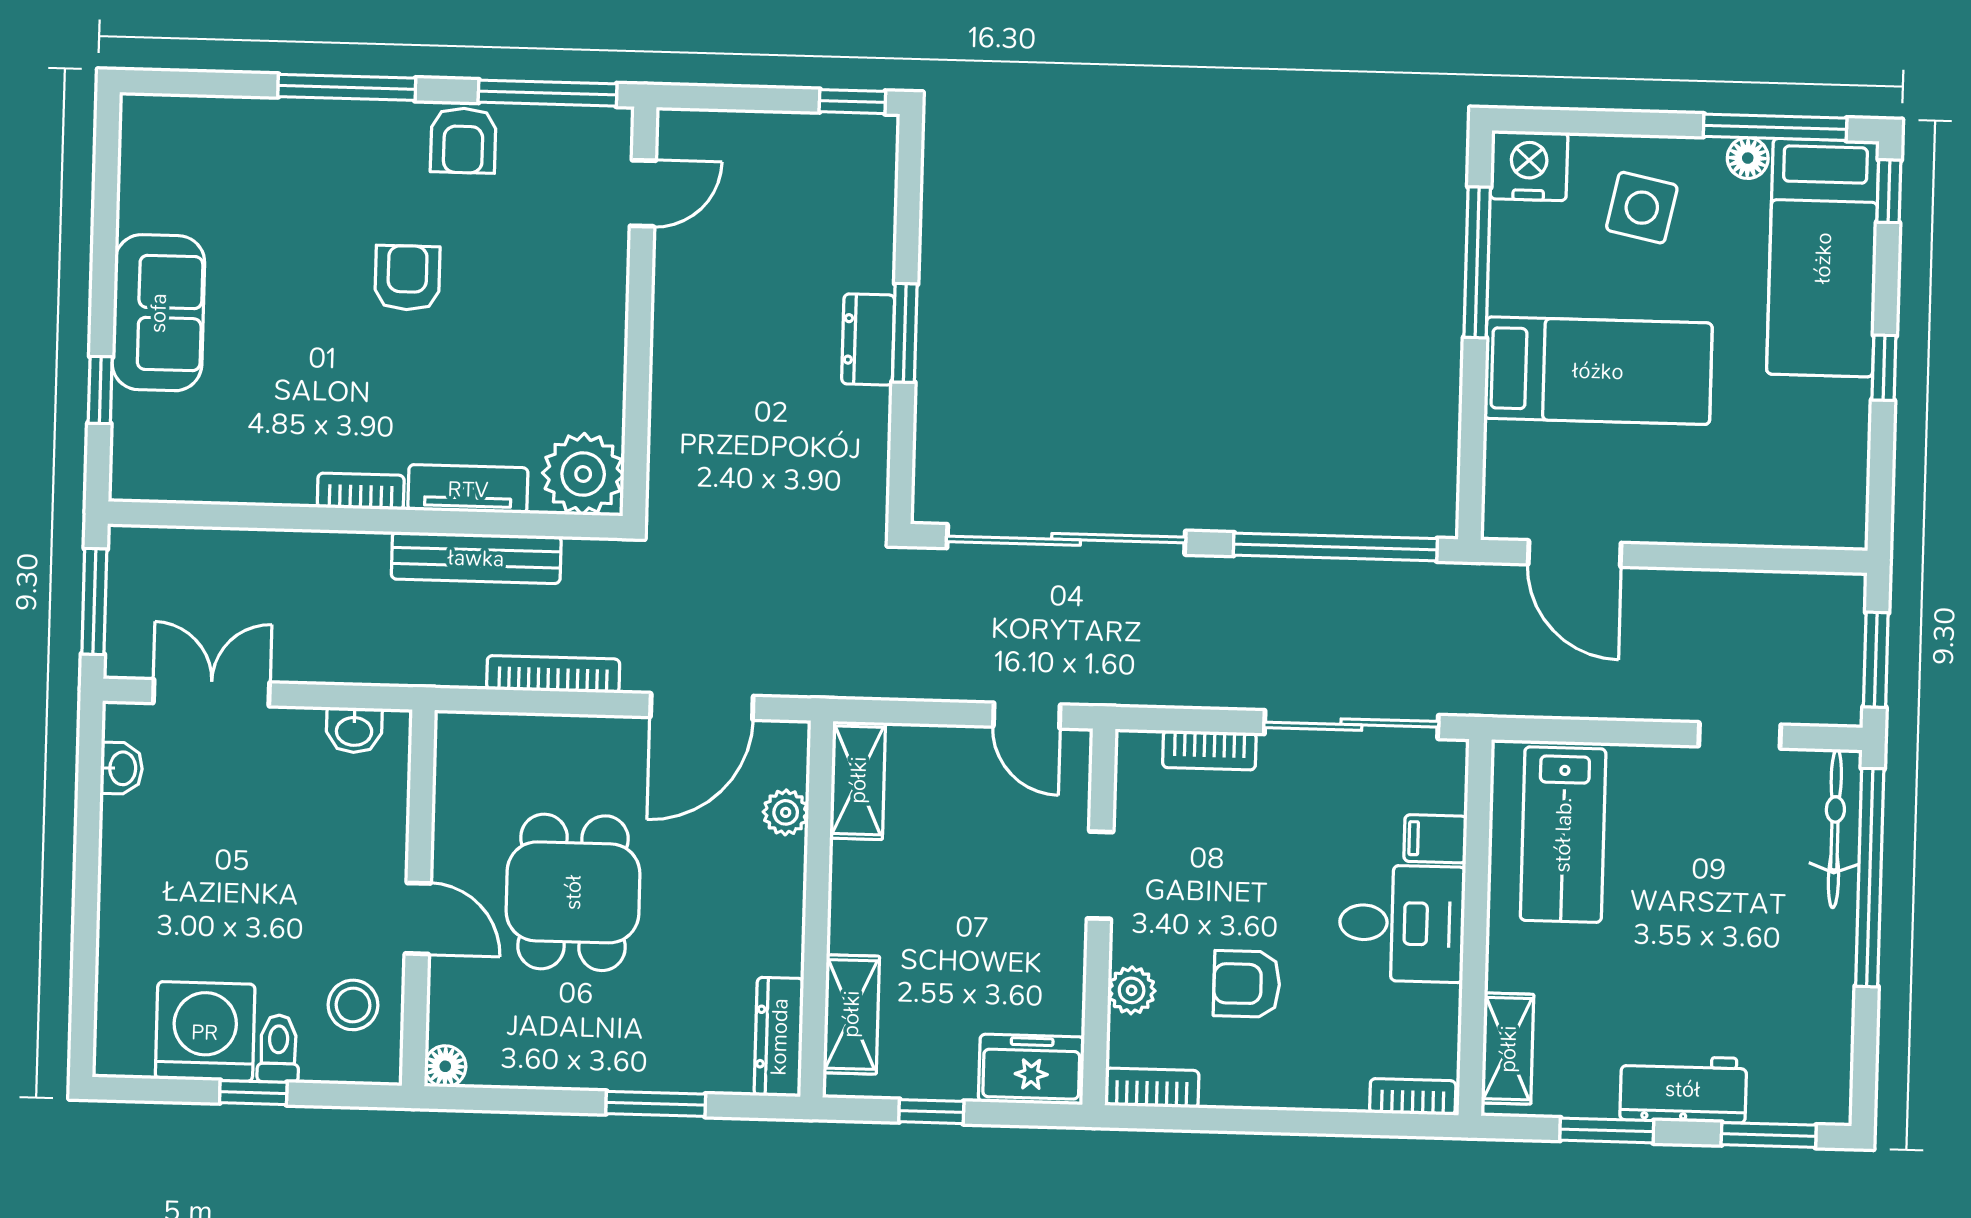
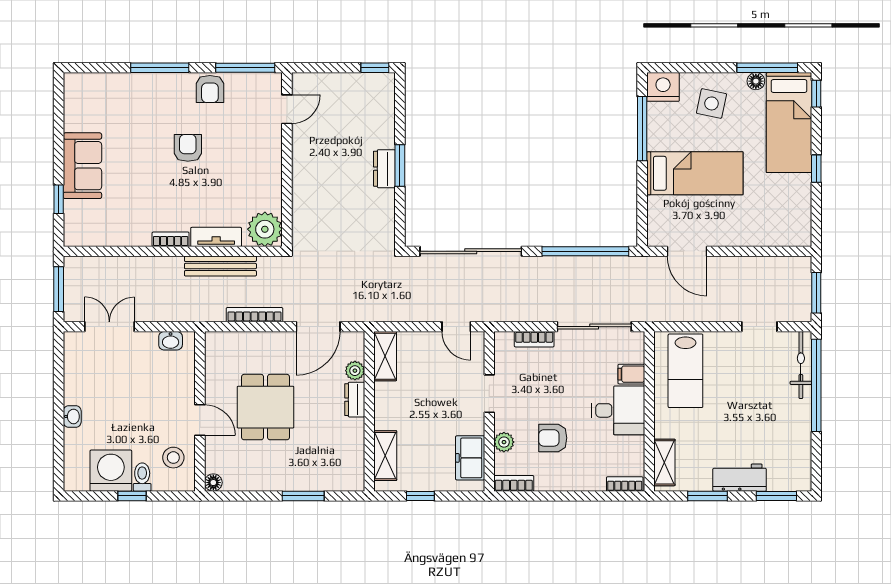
washbasin: (122, 768) -> (72, 416), moved
dresser: (779, 1037) -> (355, 400), moved, width x0.70
freezer: (1031, 1069) -> (470, 458), moved, turned -90

